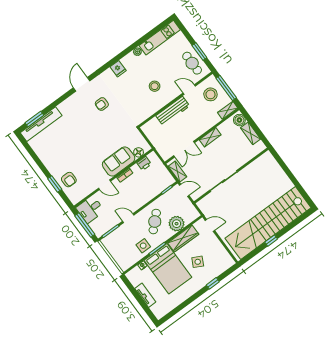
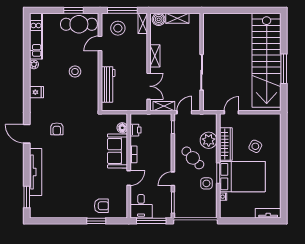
cafe table: (192, 63) -> (79, 24), width x1.37, depth x1.35
workbench: (173, 111) -> (108, 84), moved
tv unit: (41, 124) -> (36, 172), moved
window: (271, 241) -> (284, 69), width x2.17
window: (213, 283) -> (284, 147), removed
tv unit: (145, 295) -> (268, 213), moved

